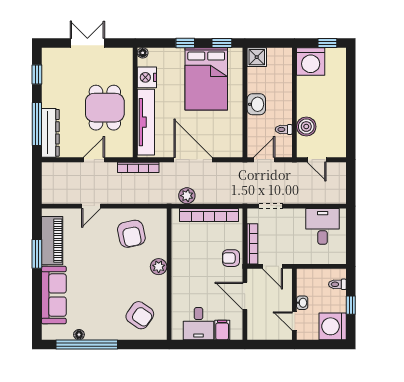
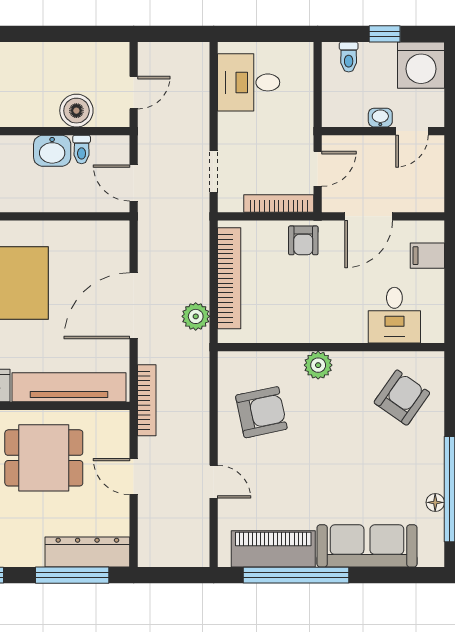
washbasin: (256, 104) -> (52, 151), moved, turned 180
window: (37, 254) -> (296, 575), width x2.11
desk: (198, 324) -> (394, 315), moved, turned 90

